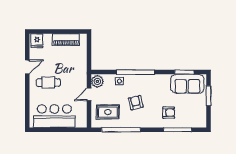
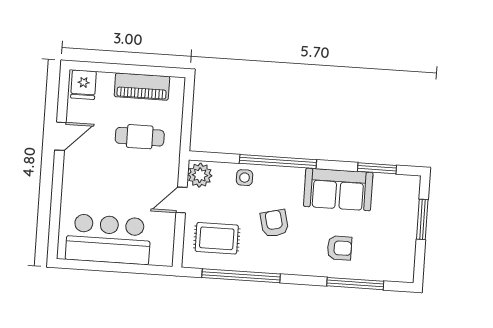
cafe table: (48, 83) -> (140, 137), moved
sofa: (187, 84) -> (338, 189), moved

